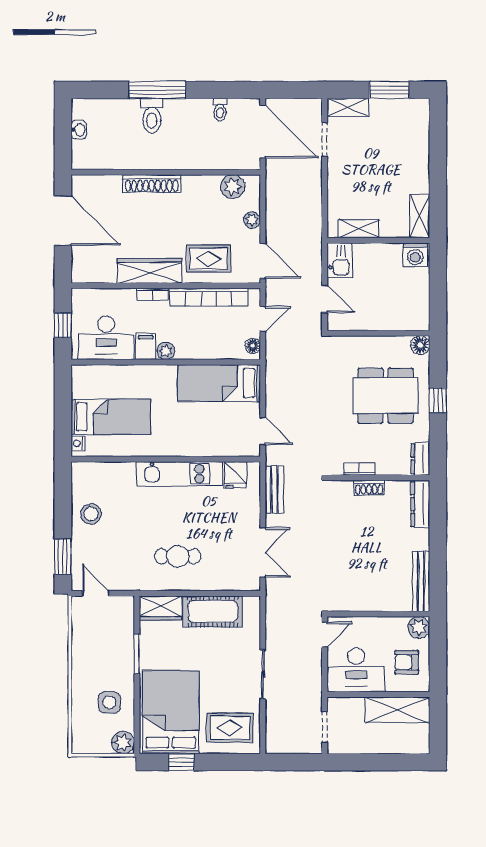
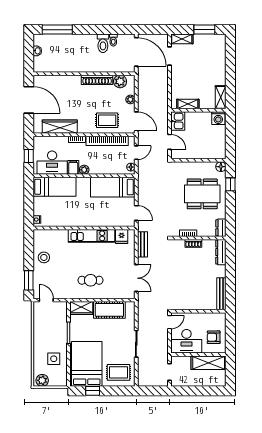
window: (157, 90) -> (57, 30), moved
toilet: (152, 116) -> (103, 43), moved
shoe rack: (152, 184) -> (97, 80), moved
wardrobe: (150, 271) -> (60, 127), moved
window: (438, 401) -> (230, 184), moved
bed: (111, 417) -> (55, 187), moved
plant: (419, 627) -> (220, 318), removed
plant: (123, 743) -> (42, 380), moved

